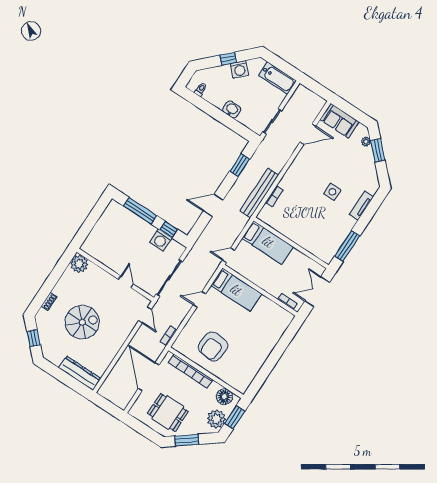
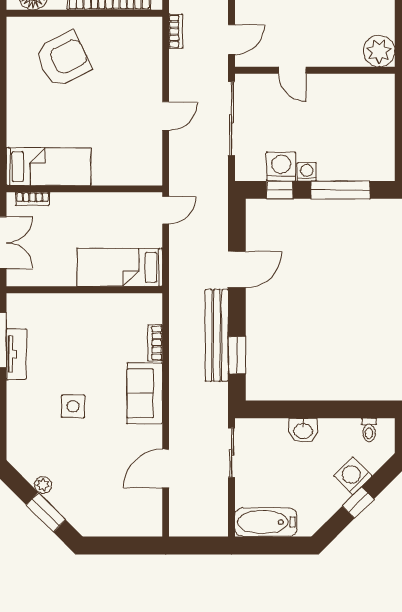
washing machine: (239, 69) -> (353, 476), moved
sofa: (339, 121) -> (145, 393), moved, turned -90
plant: (366, 142) -> (43, 485), moved
bench: (259, 193) -> (217, 335), moved
tv unit: (361, 206) -> (16, 354), moved
washing machine: (150, 230) -> (307, 172), added
bed: (236, 290) -> (49, 167), moved, turned 180
door: (145, 315) -> (231, 40), swing flipped
armchair: (213, 346) -> (63, 59), moved, turned 60

